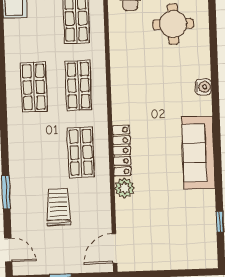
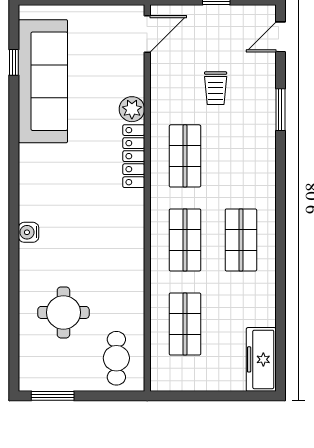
sofa: (198, 153) -> (43, 81), moved, width x1.36, depth x1.27
trolley: (58, 207) -> (216, 88), width x0.73, depth x0.72
door: (8, 250) -> (280, 37), hinge flipped

